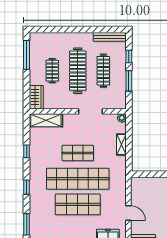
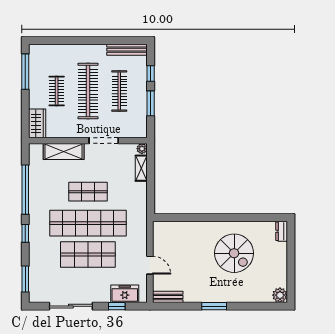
shelving: (46, 120) -> (64, 152), moved
shelving: (121, 144) -> (141, 168), moved
window: (27, 151) -> (25, 190), width x3.17

